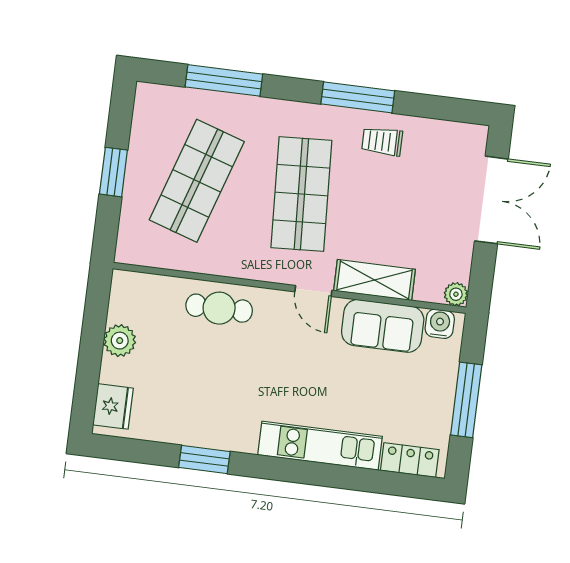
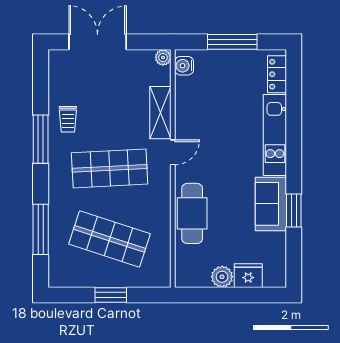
cafe table: (219, 308) -> (192, 213), width x1.37, depth x1.35
sofa: (383, 326) -> (271, 204), moved, turned 180
fridge: (113, 406) -> (248, 276), moved

